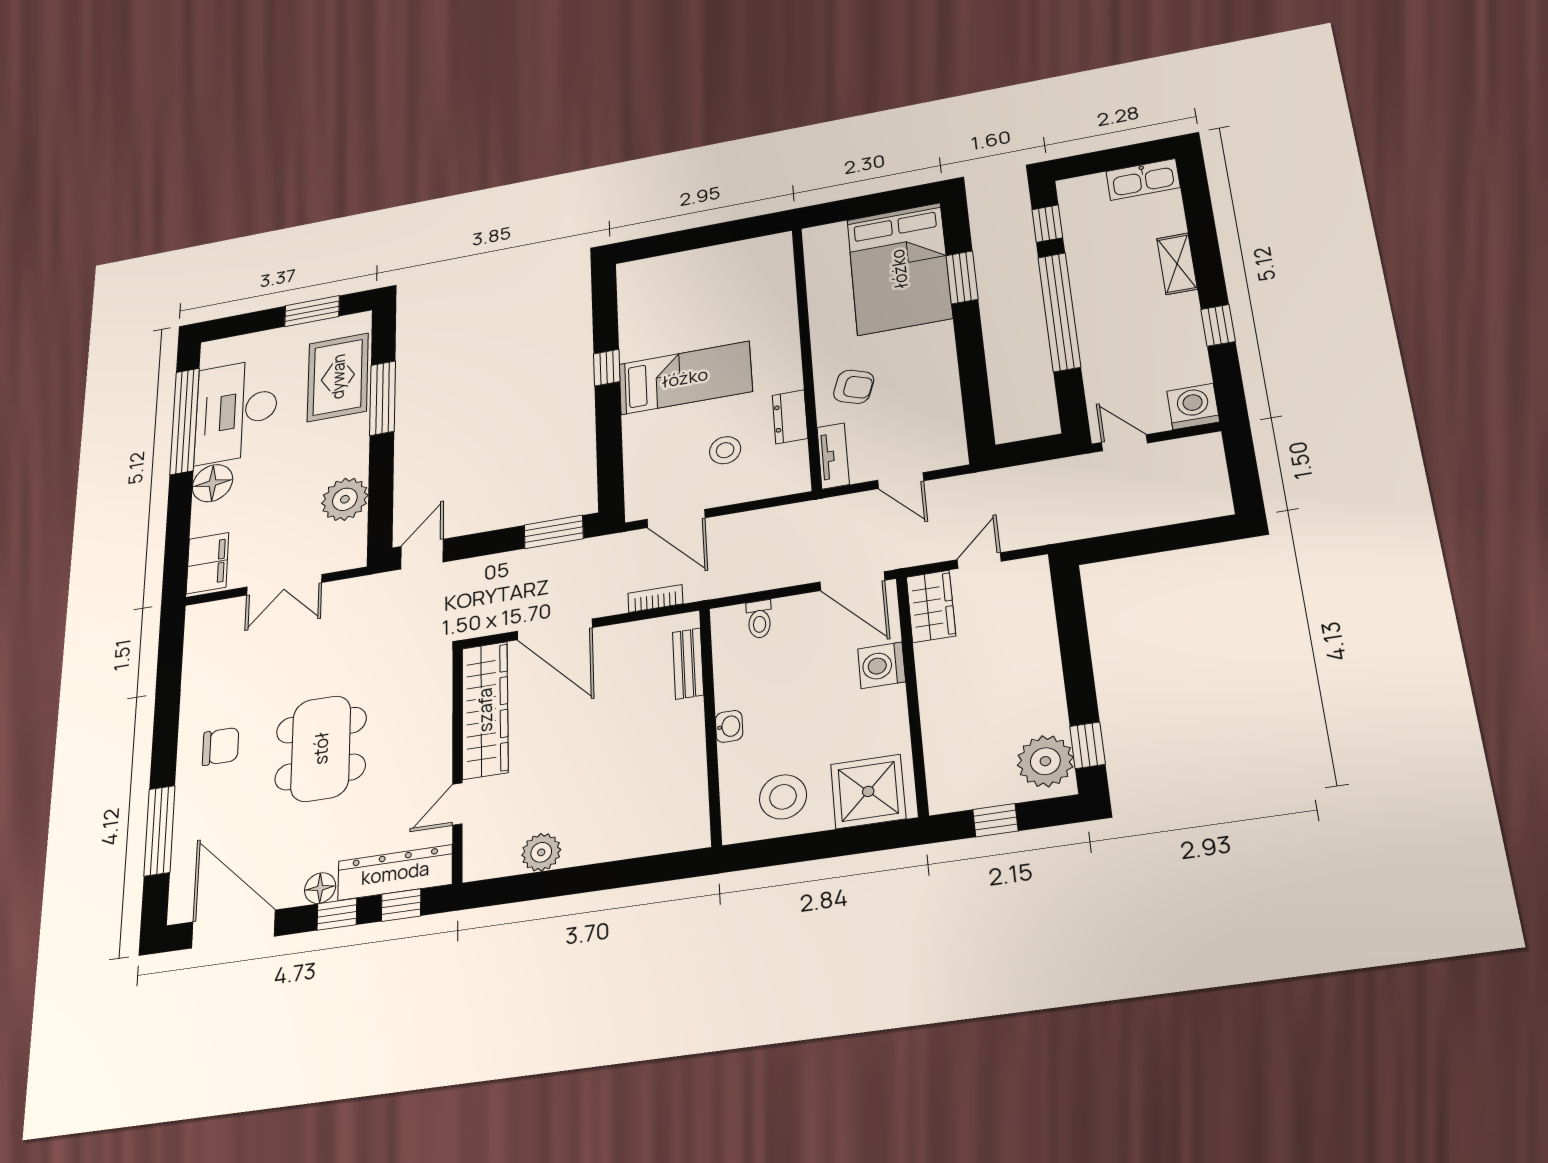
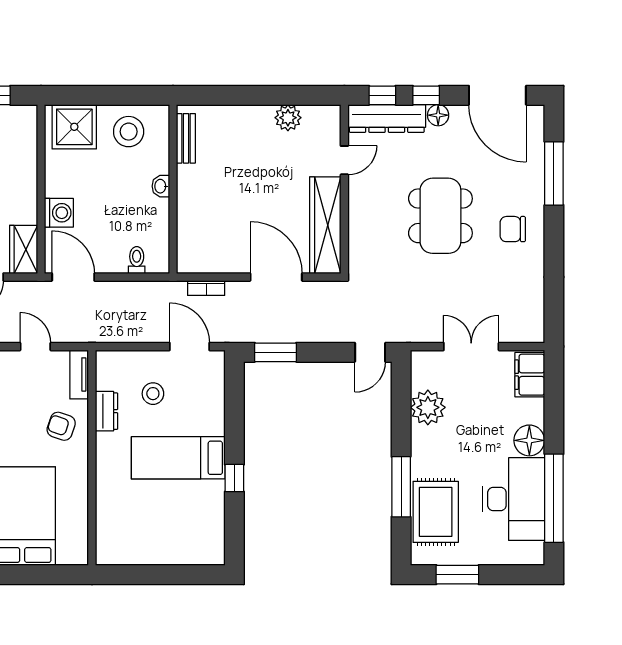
bench: (688, 664) -> (186, 138), moved

